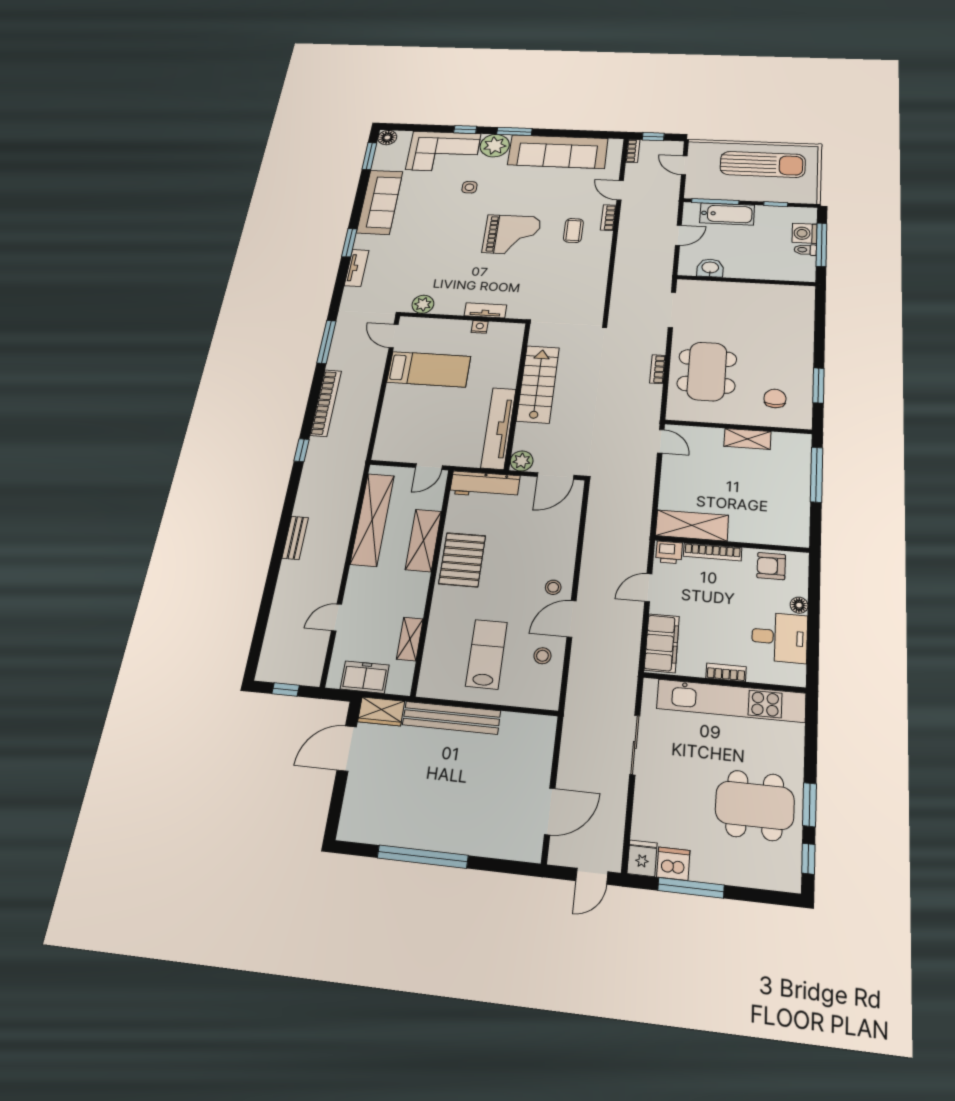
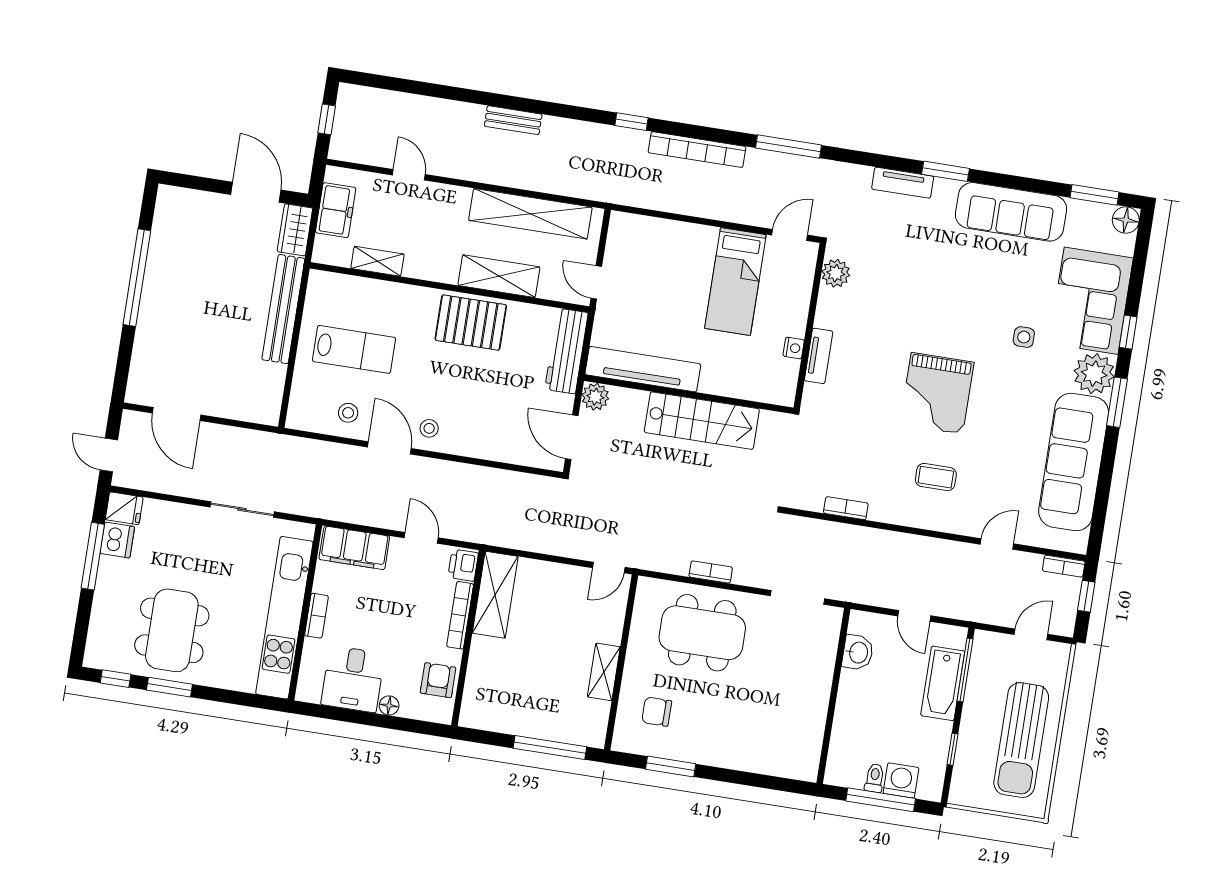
bookcase: (608, 218) -> (846, 508), moved
chair: (775, 399) -> (657, 712), turned 180

